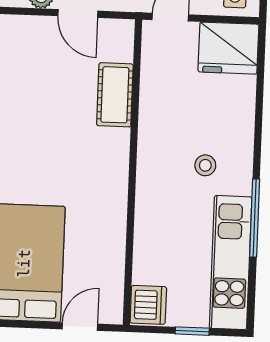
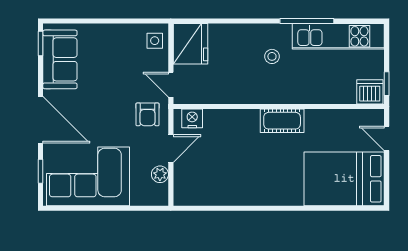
nightstand: (120, 46) -> (192, 118), added
cot: (115, 95) -> (282, 121), moved
window: (192, 331) -> (387, 84), moved

